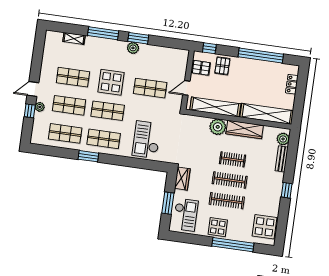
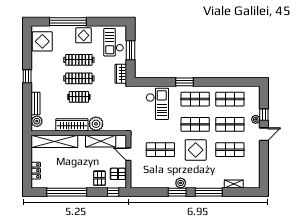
door: (186, 88) -> (128, 154), swing flipped
shelving: (215, 107) -> (101, 141), width x0.68
window: (88, 156) -> (184, 82), moved

